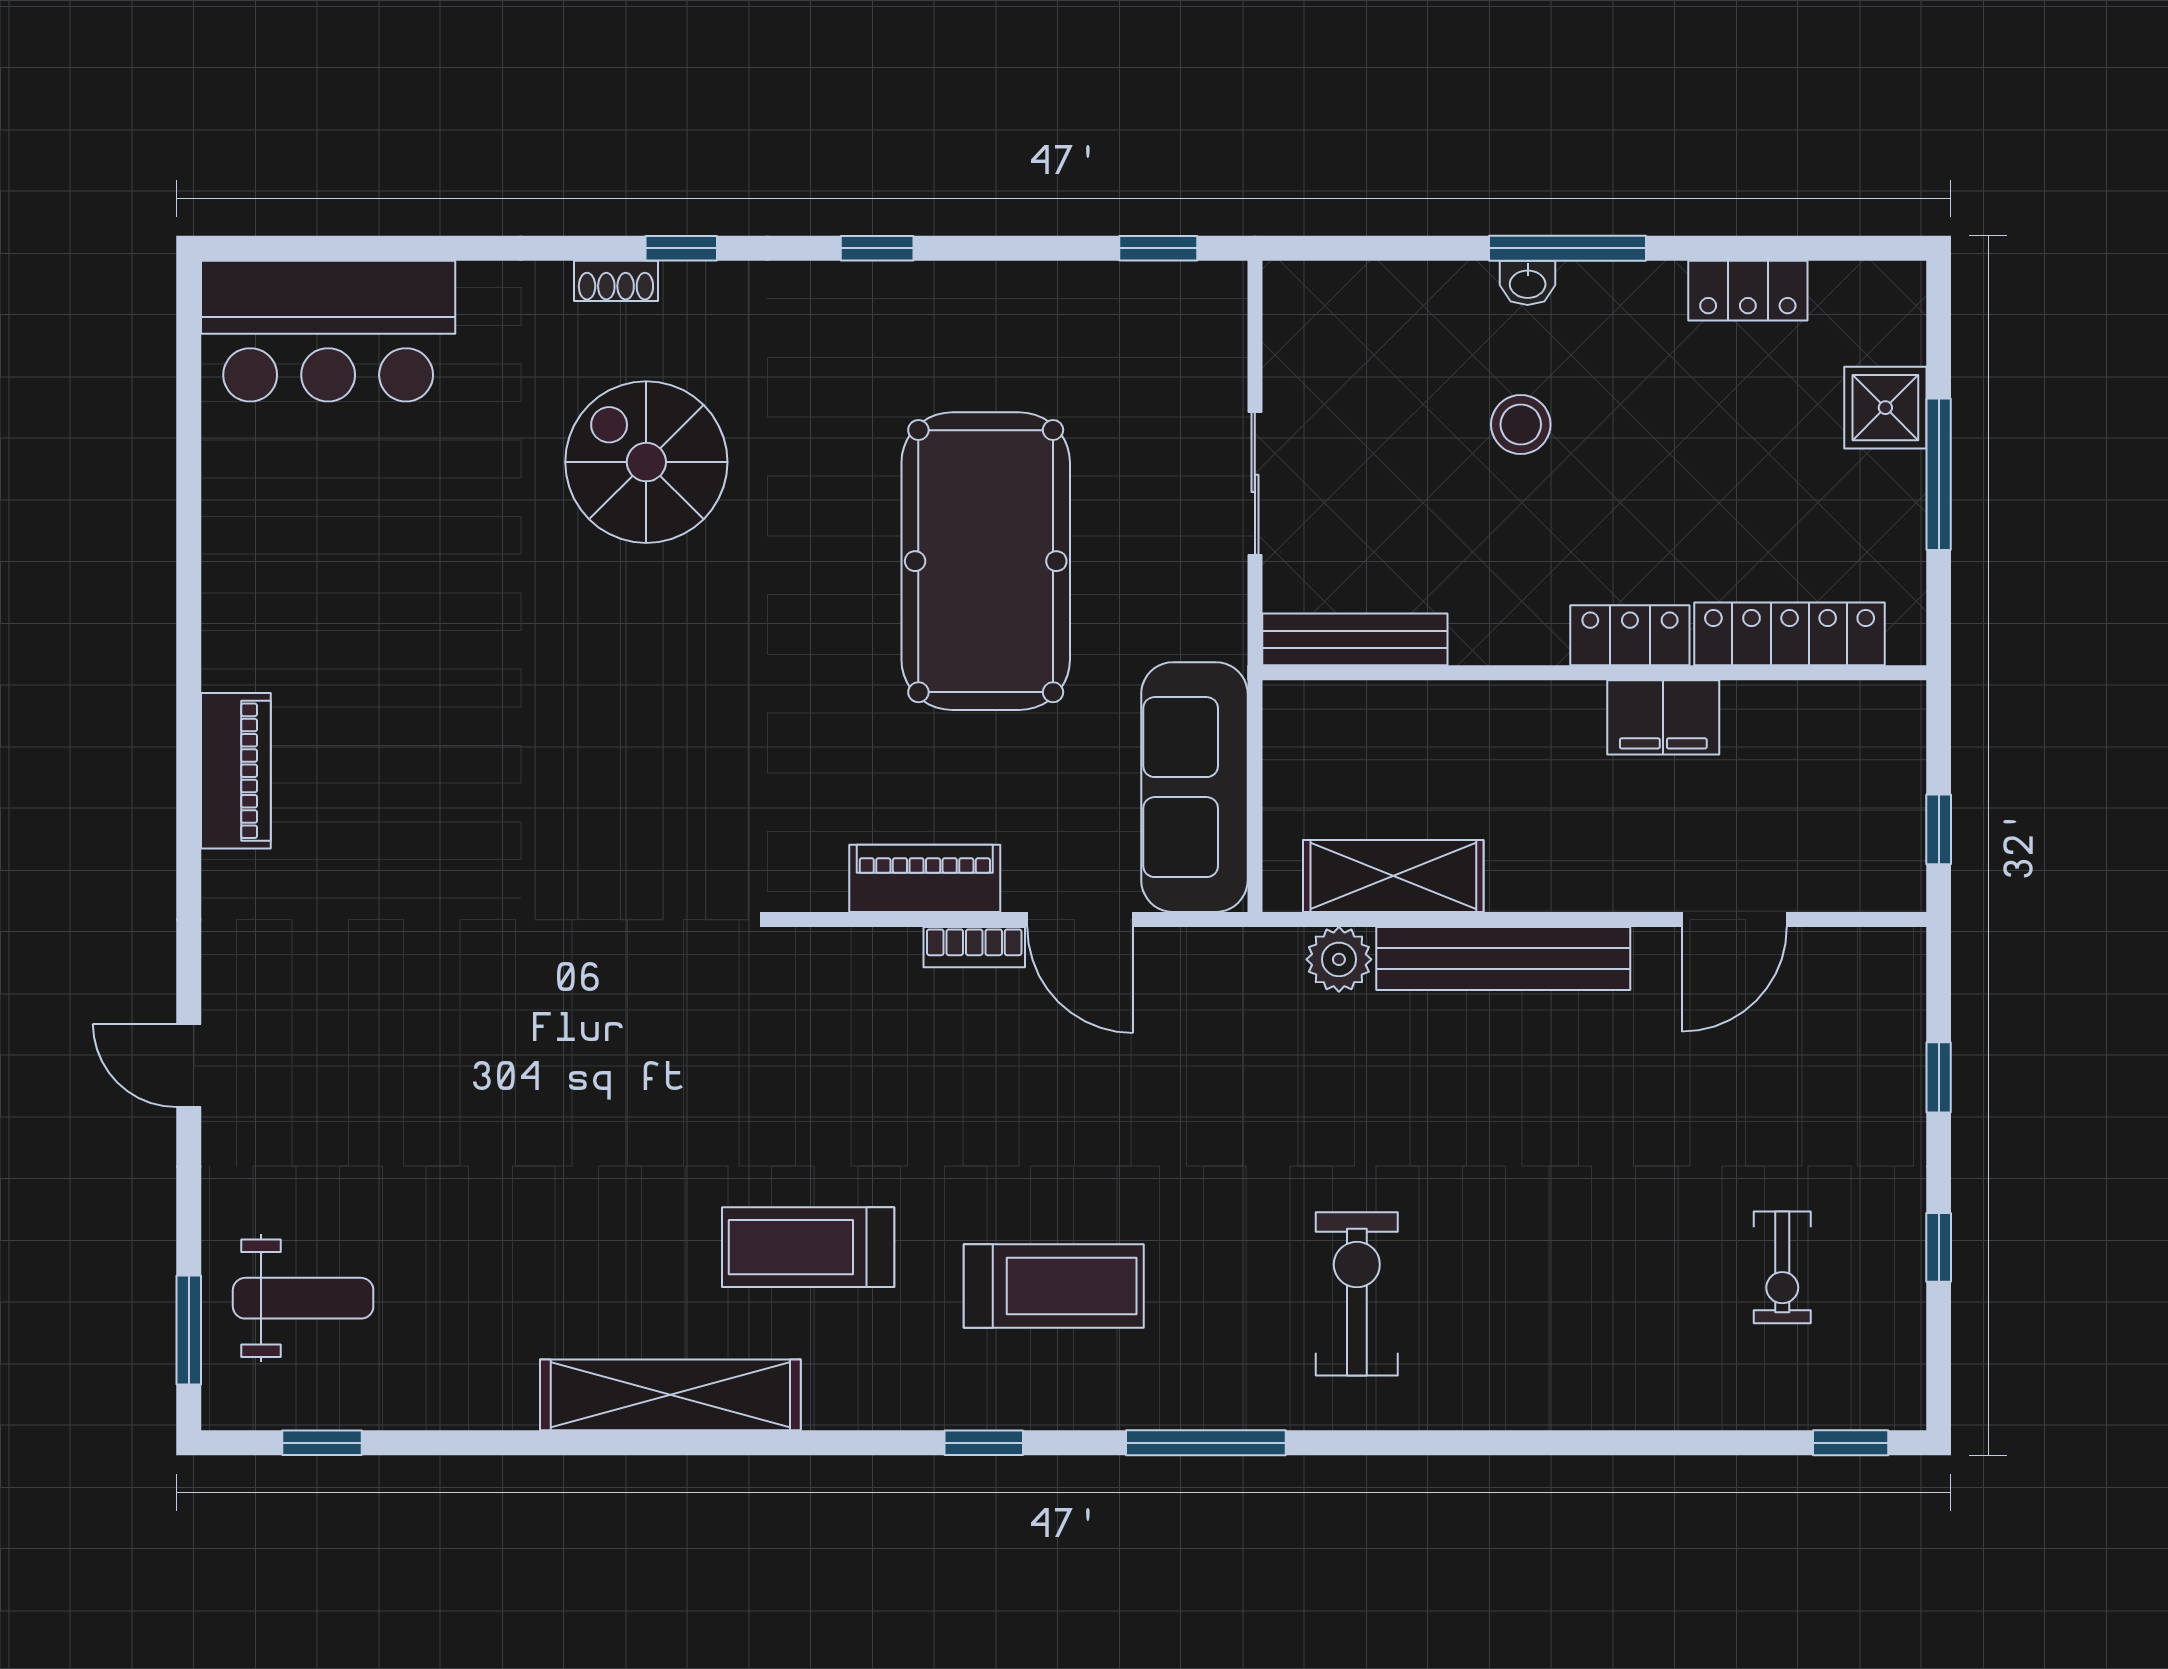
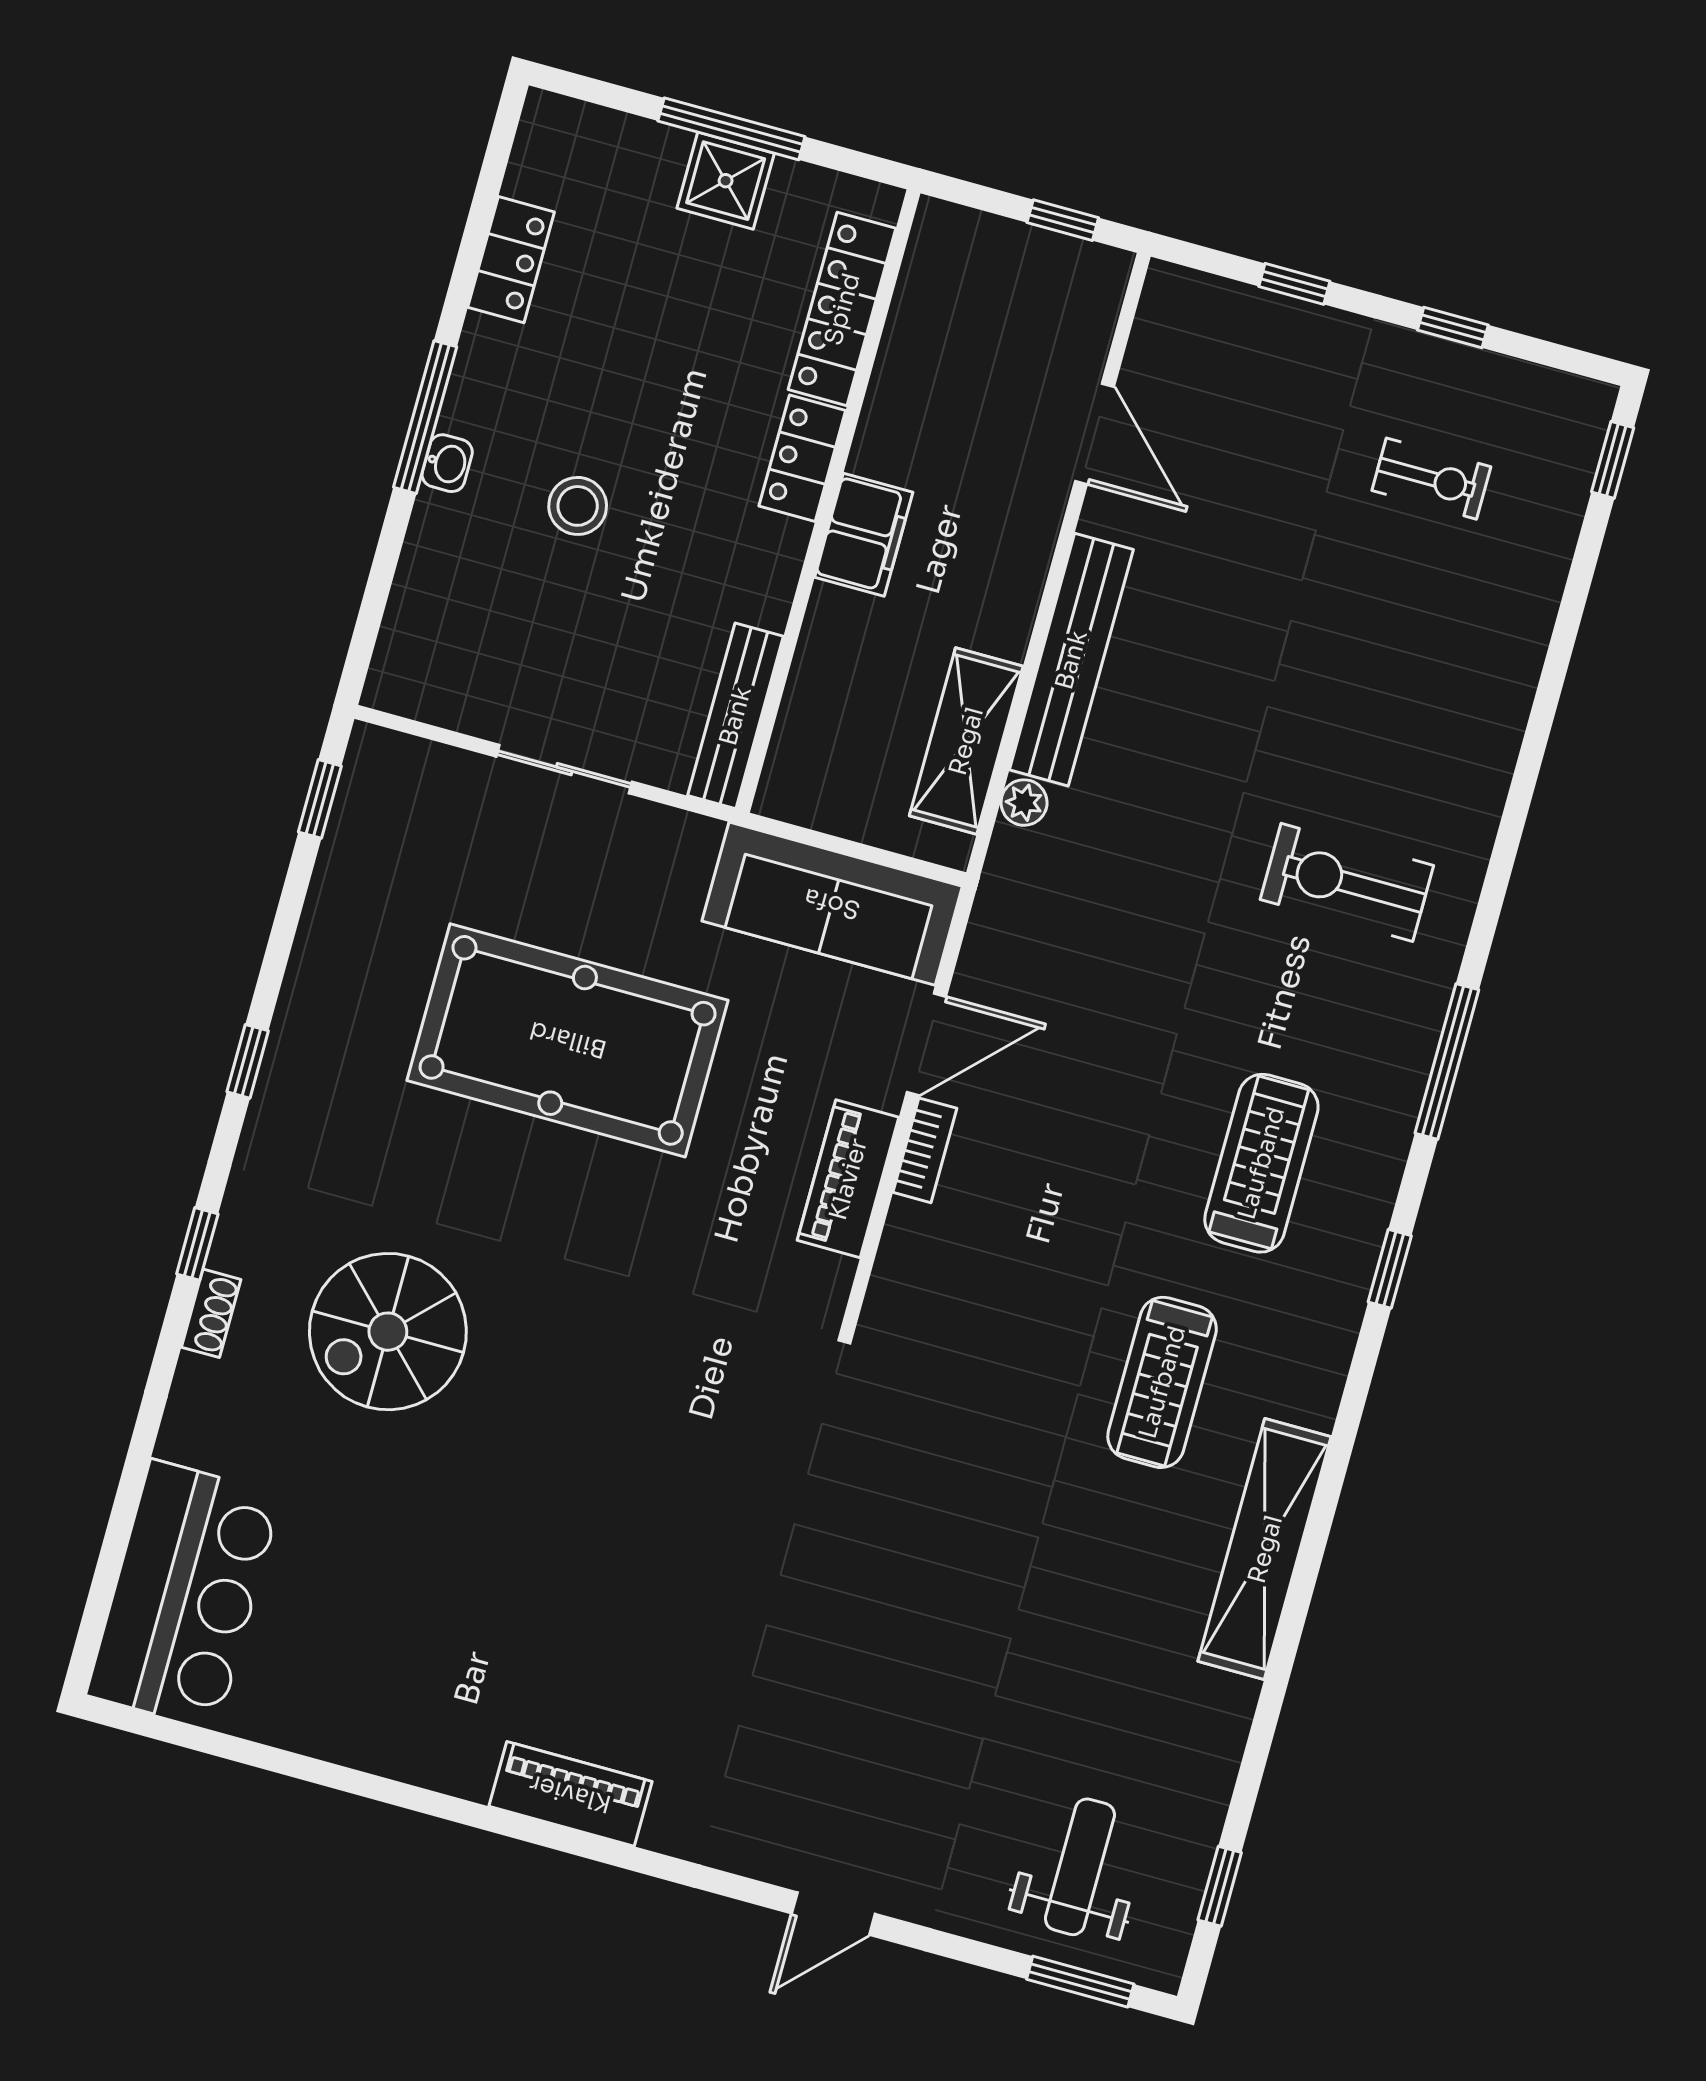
shower: (1885, 408) -> (726, 181), moved
filing cabinet: (1663, 717) -> (864, 535), moved
plant: (1339, 959) -> (1024, 803), width x0.73, depth x0.73

